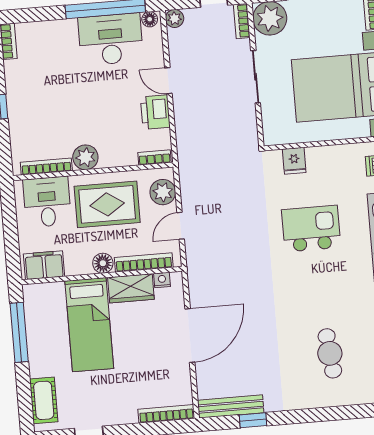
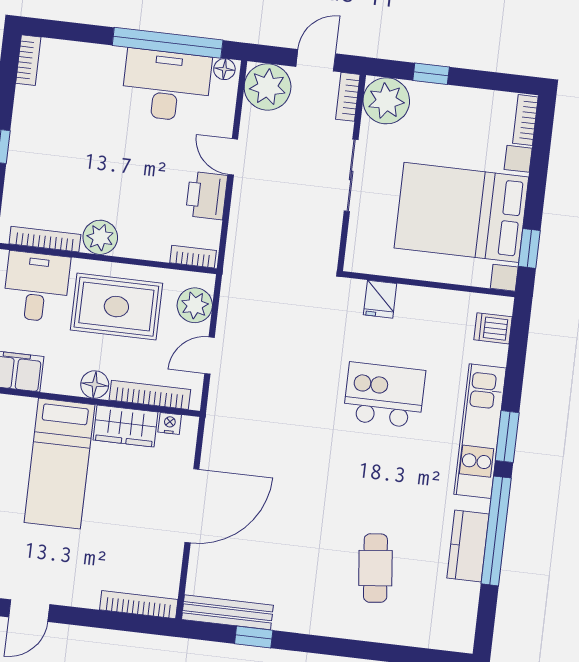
plant: (175, 18) -> (268, 87), width x1.88, depth x1.88

